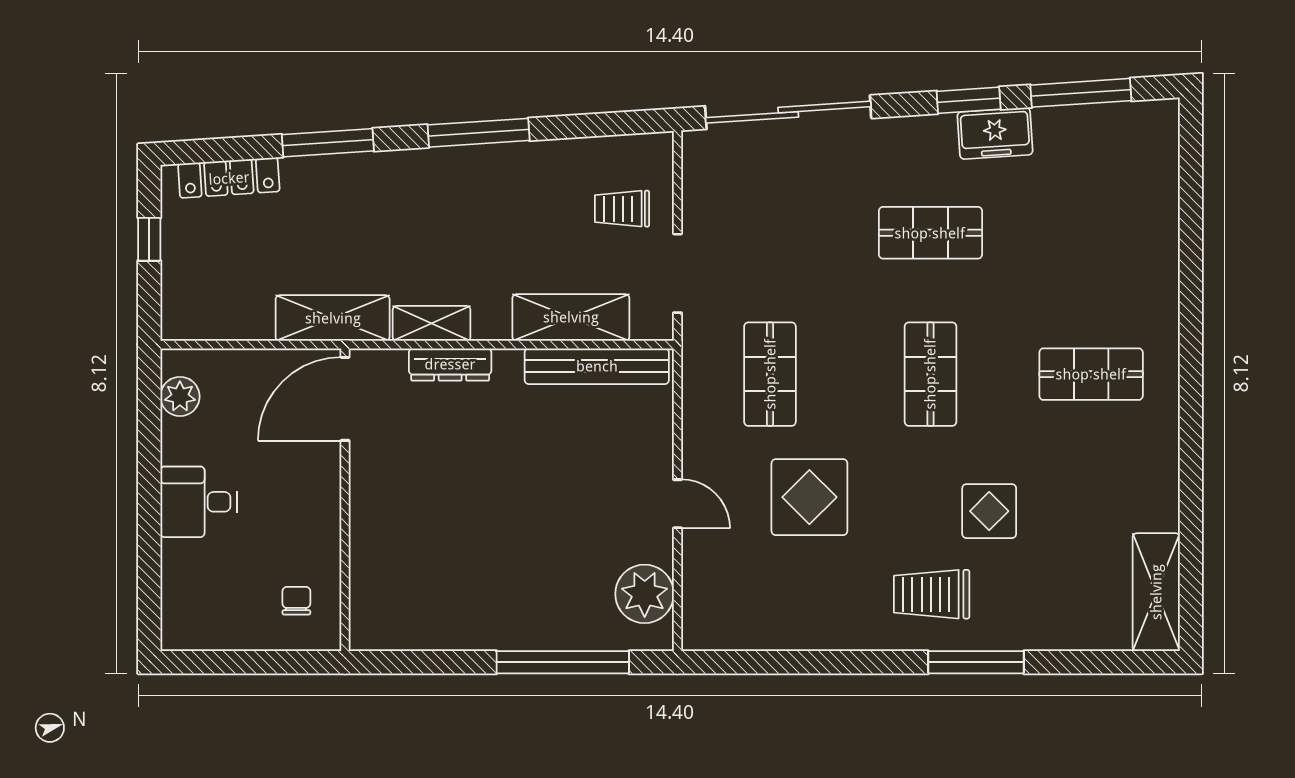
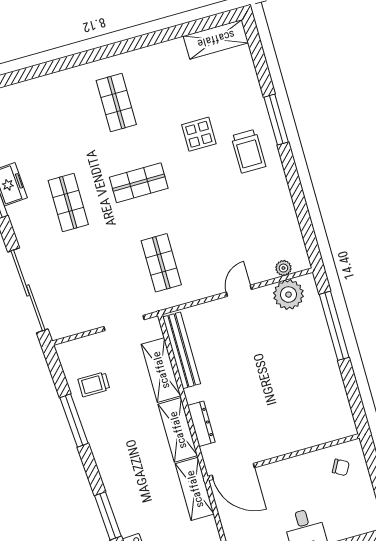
window: (479, 133) -> (74, 420), moved
trolley: (622, 209) -> (94, 384), moved, turned 90
shelving: (432, 323) -> (178, 430), width x1.50, depth x1.33
shop shelf: (770, 374) -> (161, 263), turned 90
display table: (809, 497) -> (217, 226), removed
plant: (696, 598) -> (283, 268), added
chair: (296, 601) -> (341, 467), turned -151

